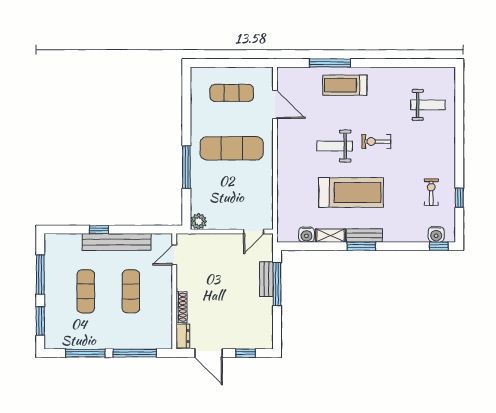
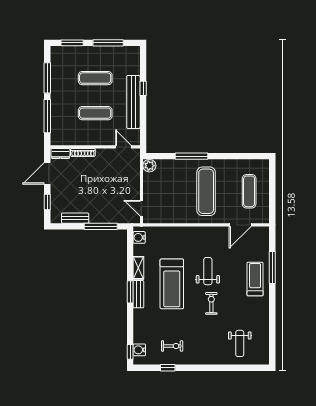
water cooler: (307, 235) -> (139, 237), moved
bench: (266, 279) -> (75, 218), moved

